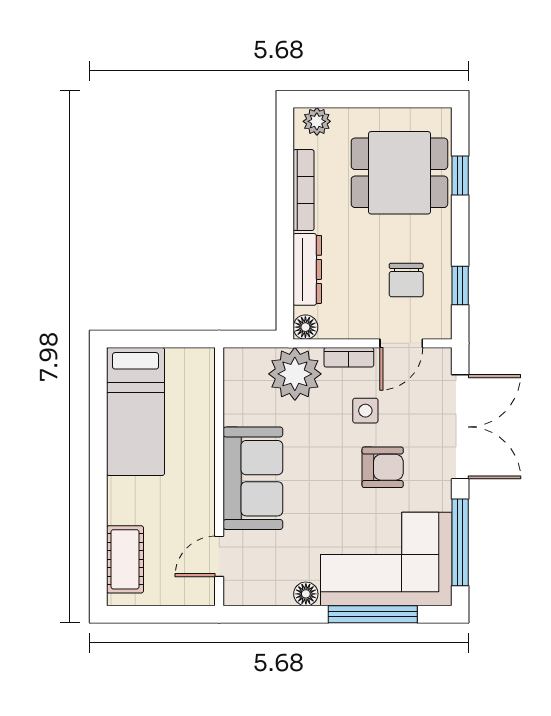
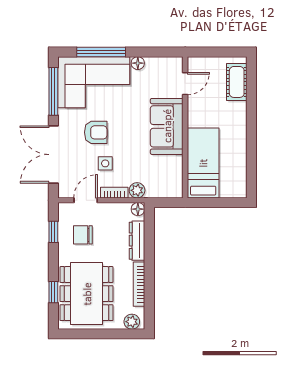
dining table: (399, 173) -> (87, 294), width x1.38
chair: (406, 280) -> (83, 235), turned -90
plant: (295, 374) -> (137, 190), width x0.53, depth x0.53
bed: (135, 412) -> (203, 163), moved
armchair: (383, 467) -> (96, 132), turned 180

